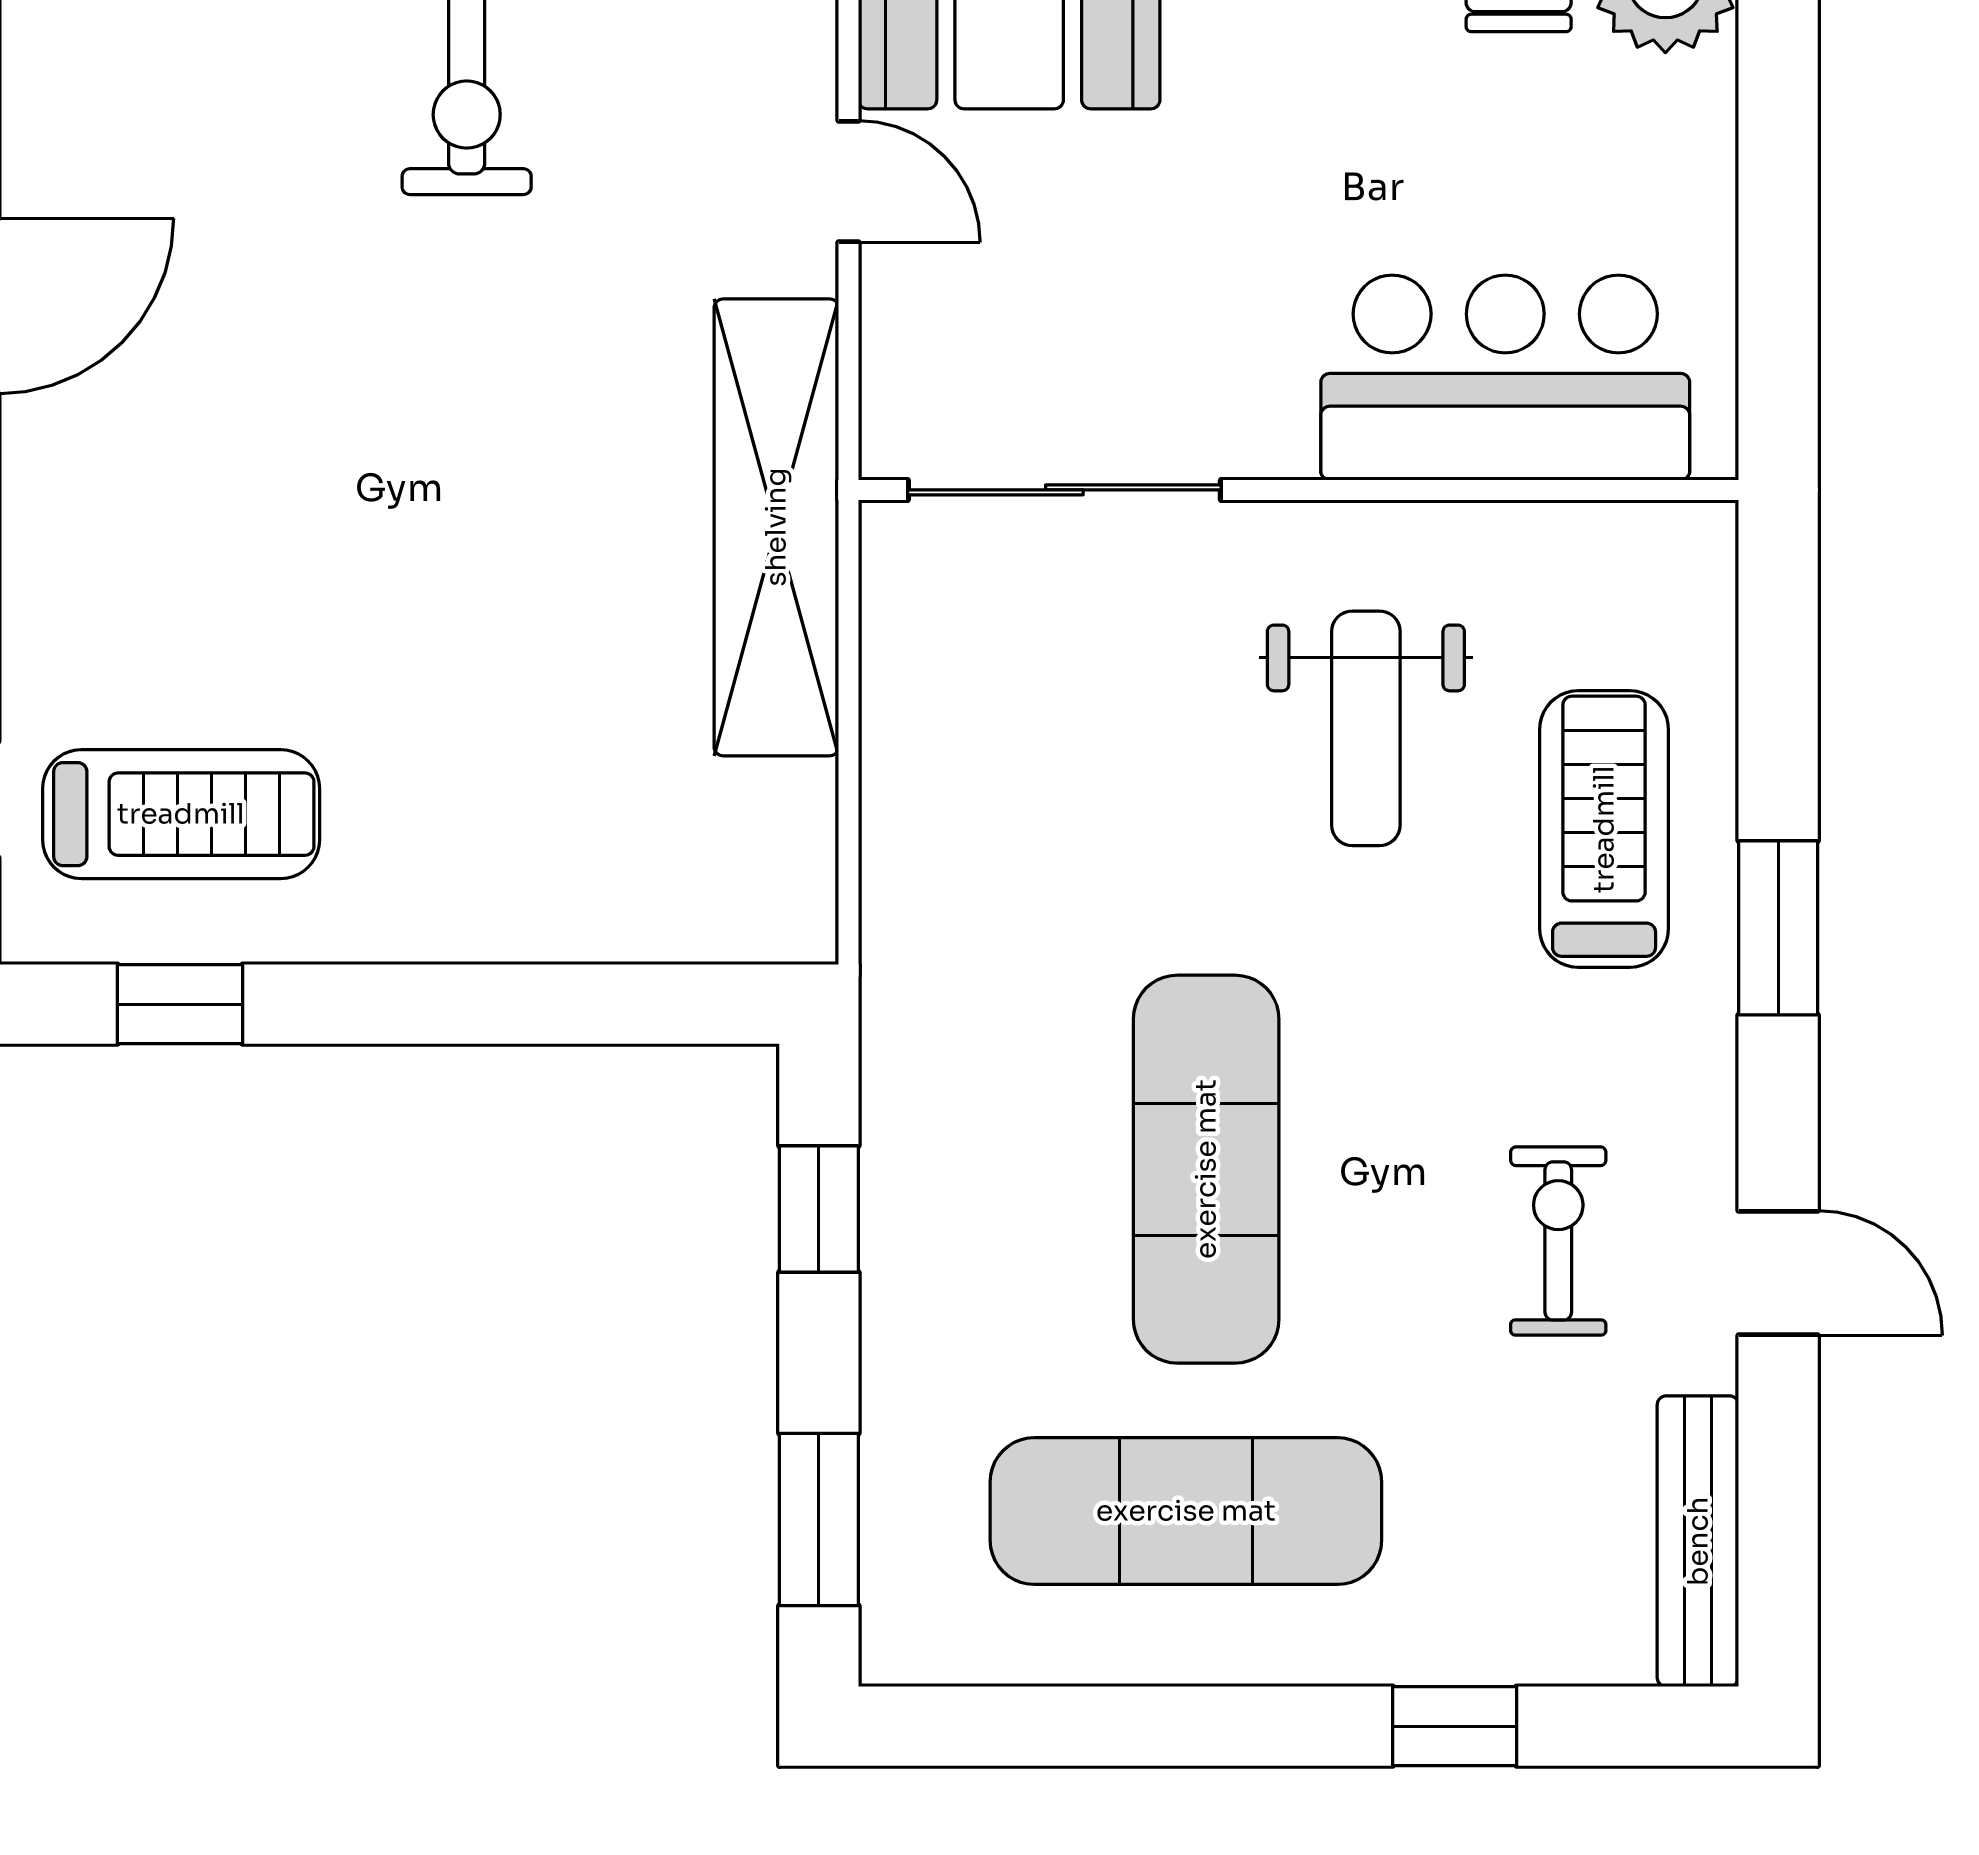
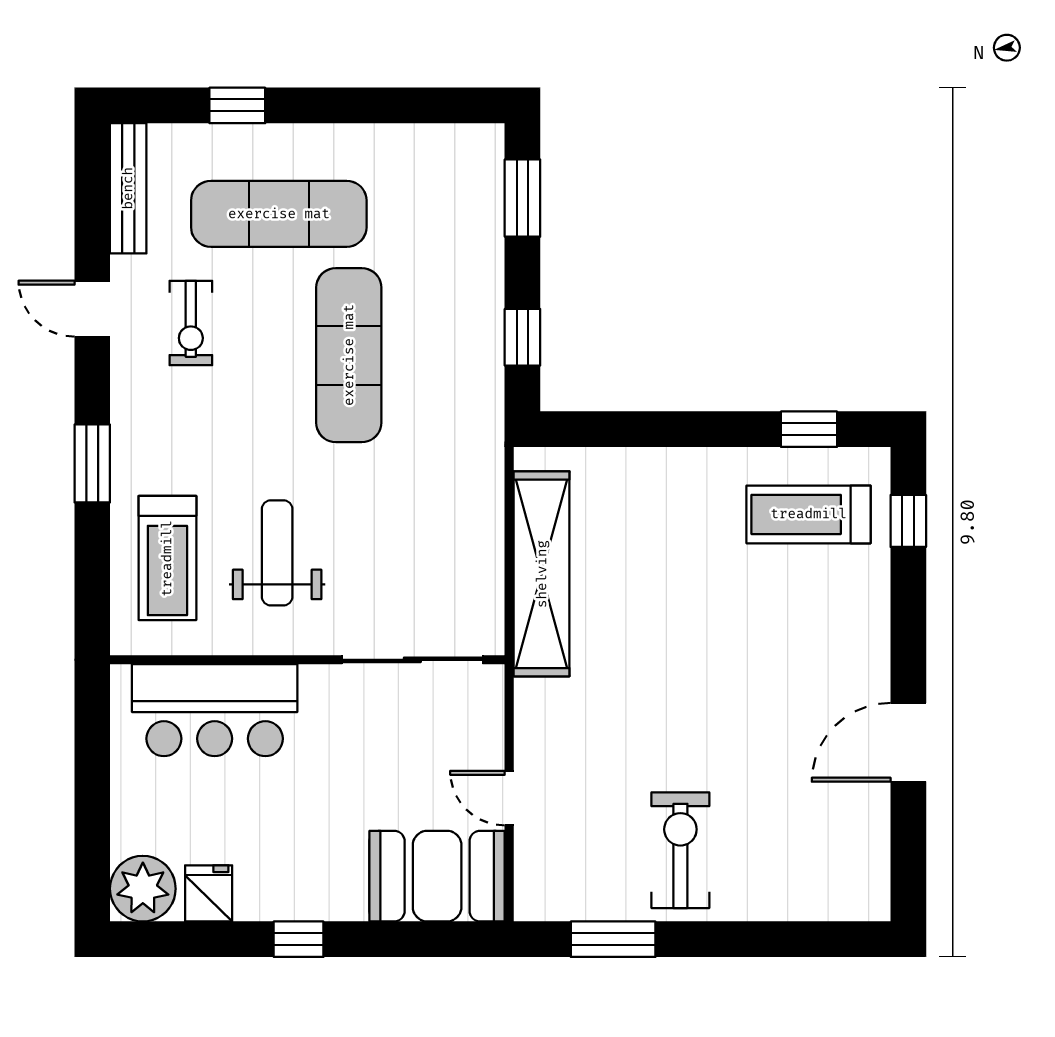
shelving: (776, 527) -> (542, 574), moved
treadmill: (1604, 829) -> (167, 558), moved
exercise mat: (1186, 1511) -> (279, 214), moved

